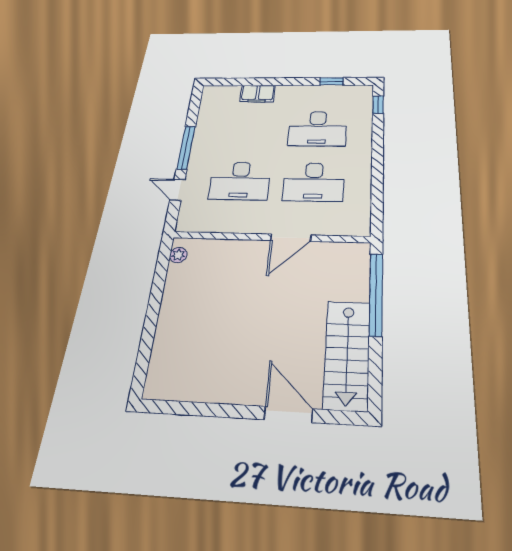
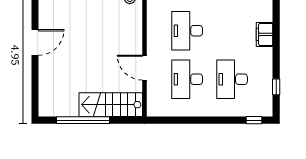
window: (376, 294) -> (83, 120), moved
stairs: (347, 354) -> (111, 105), moved
door: (288, 414) -> (35, 42), moved

